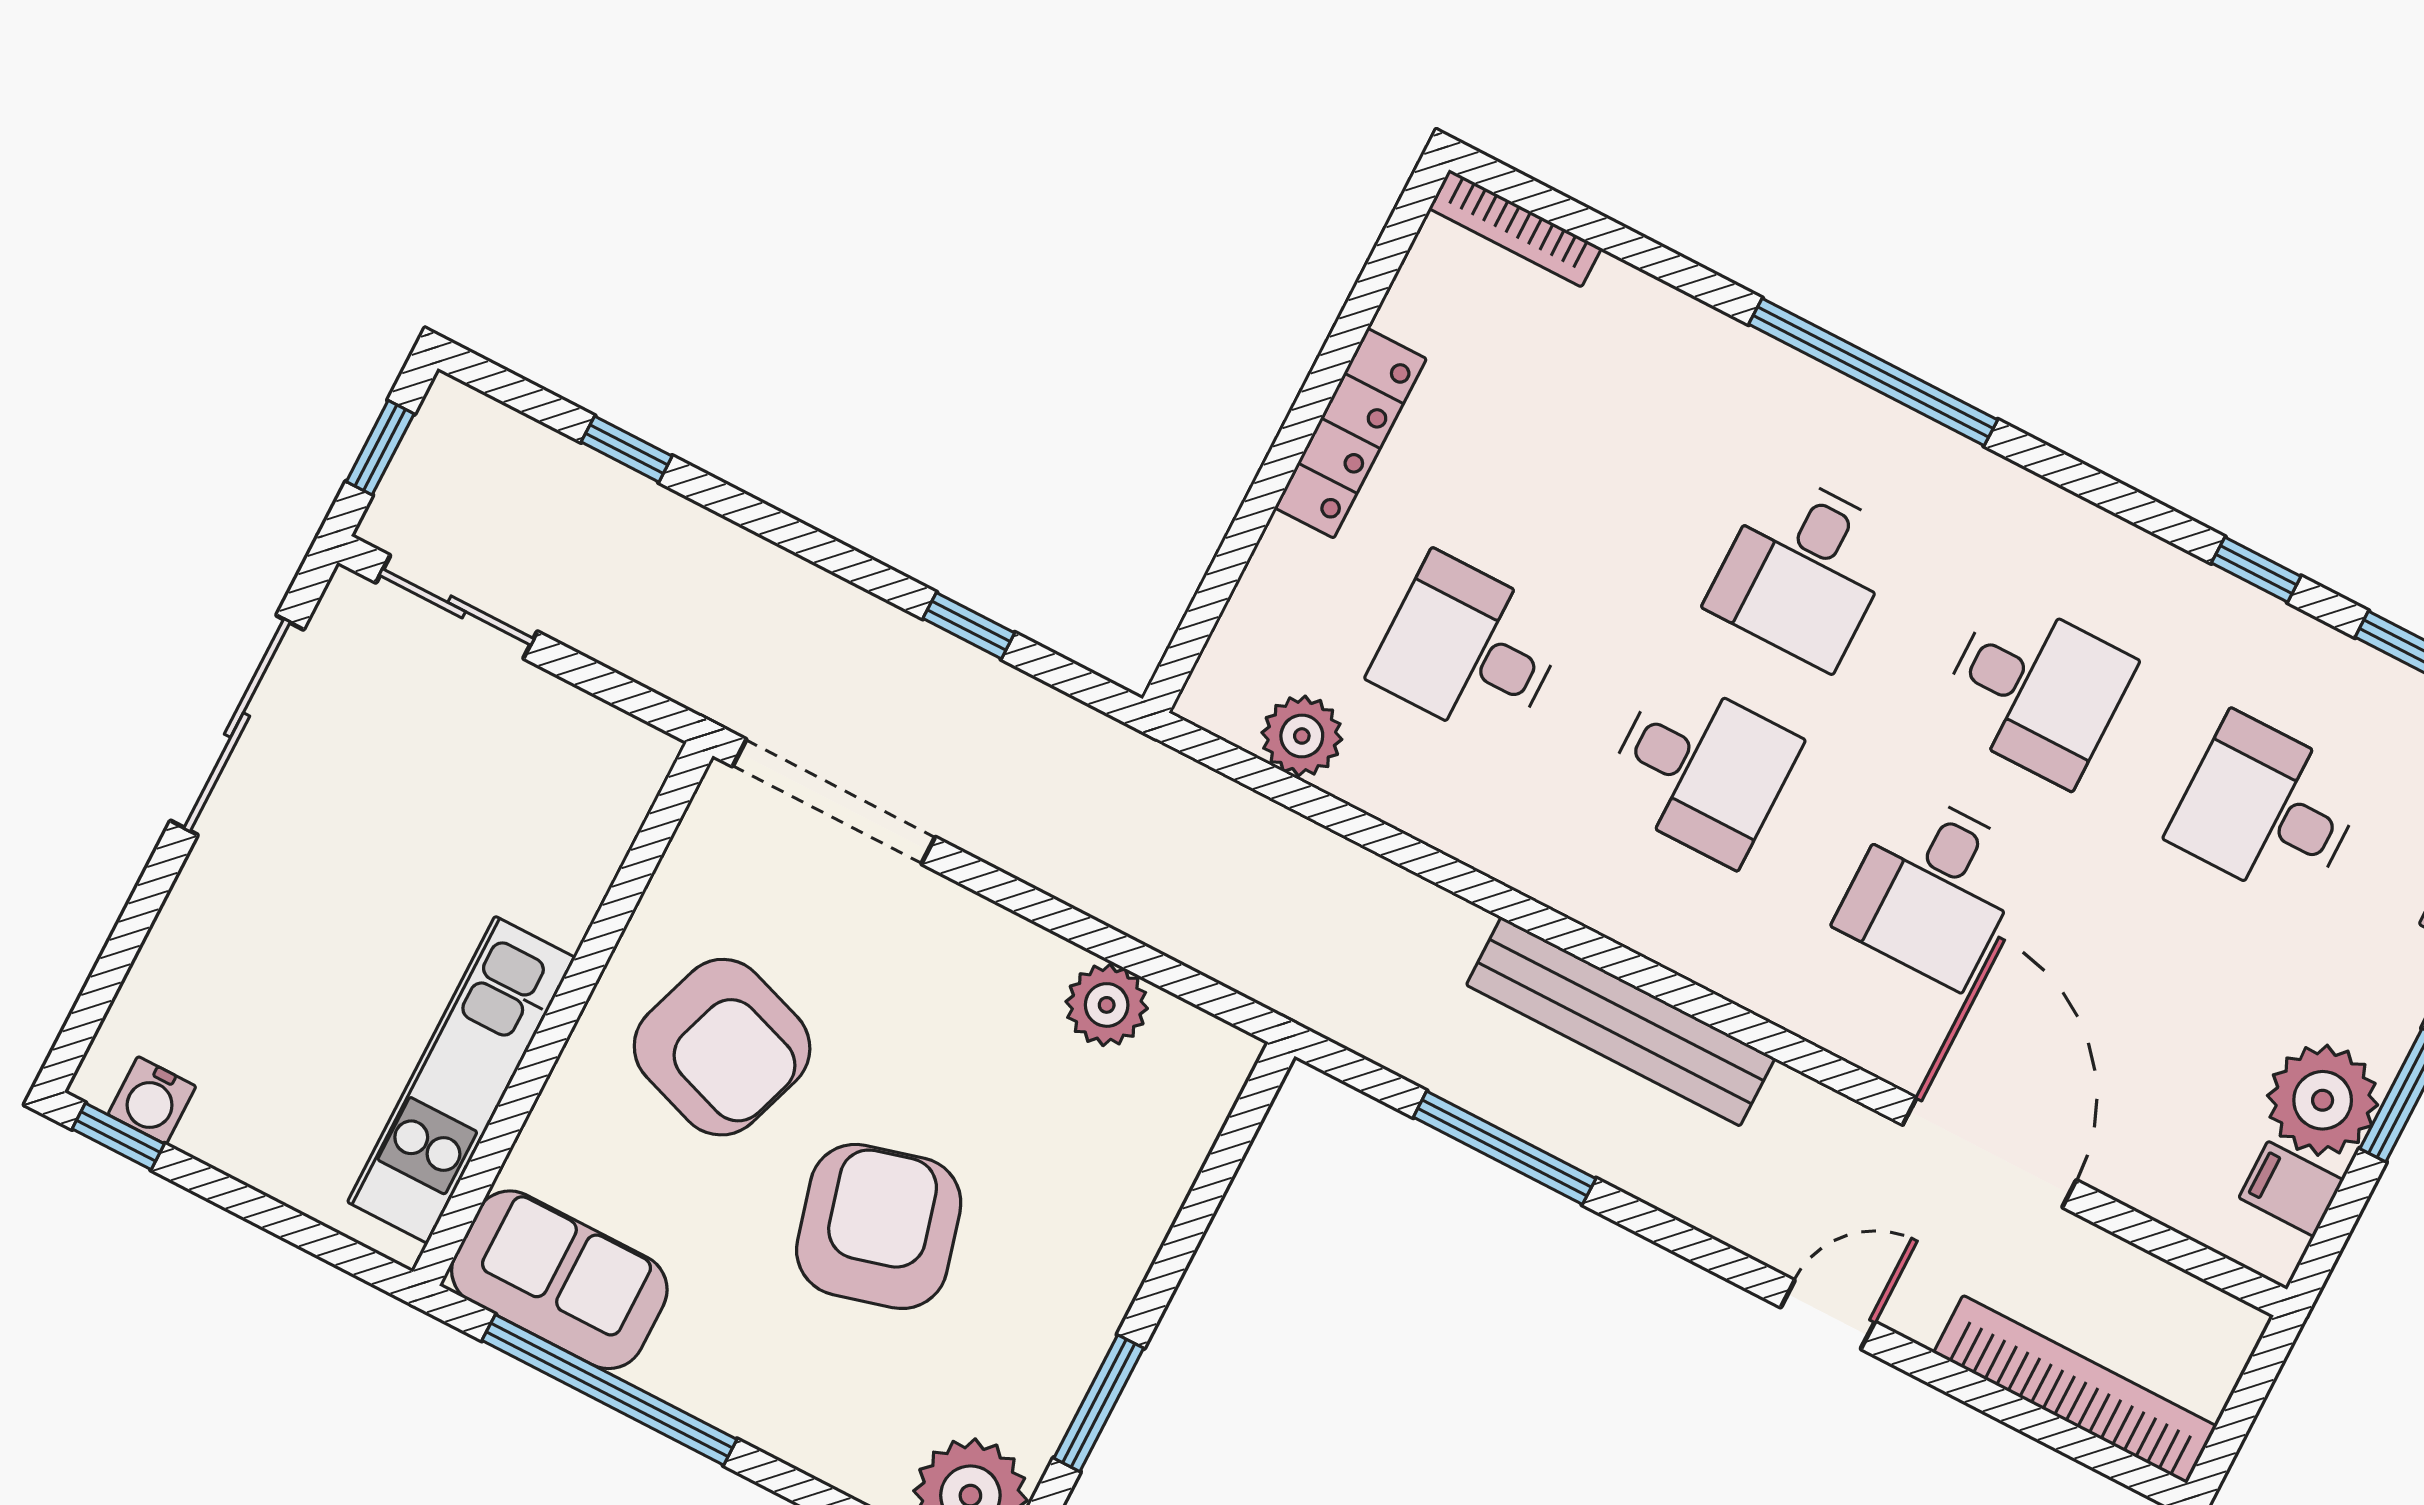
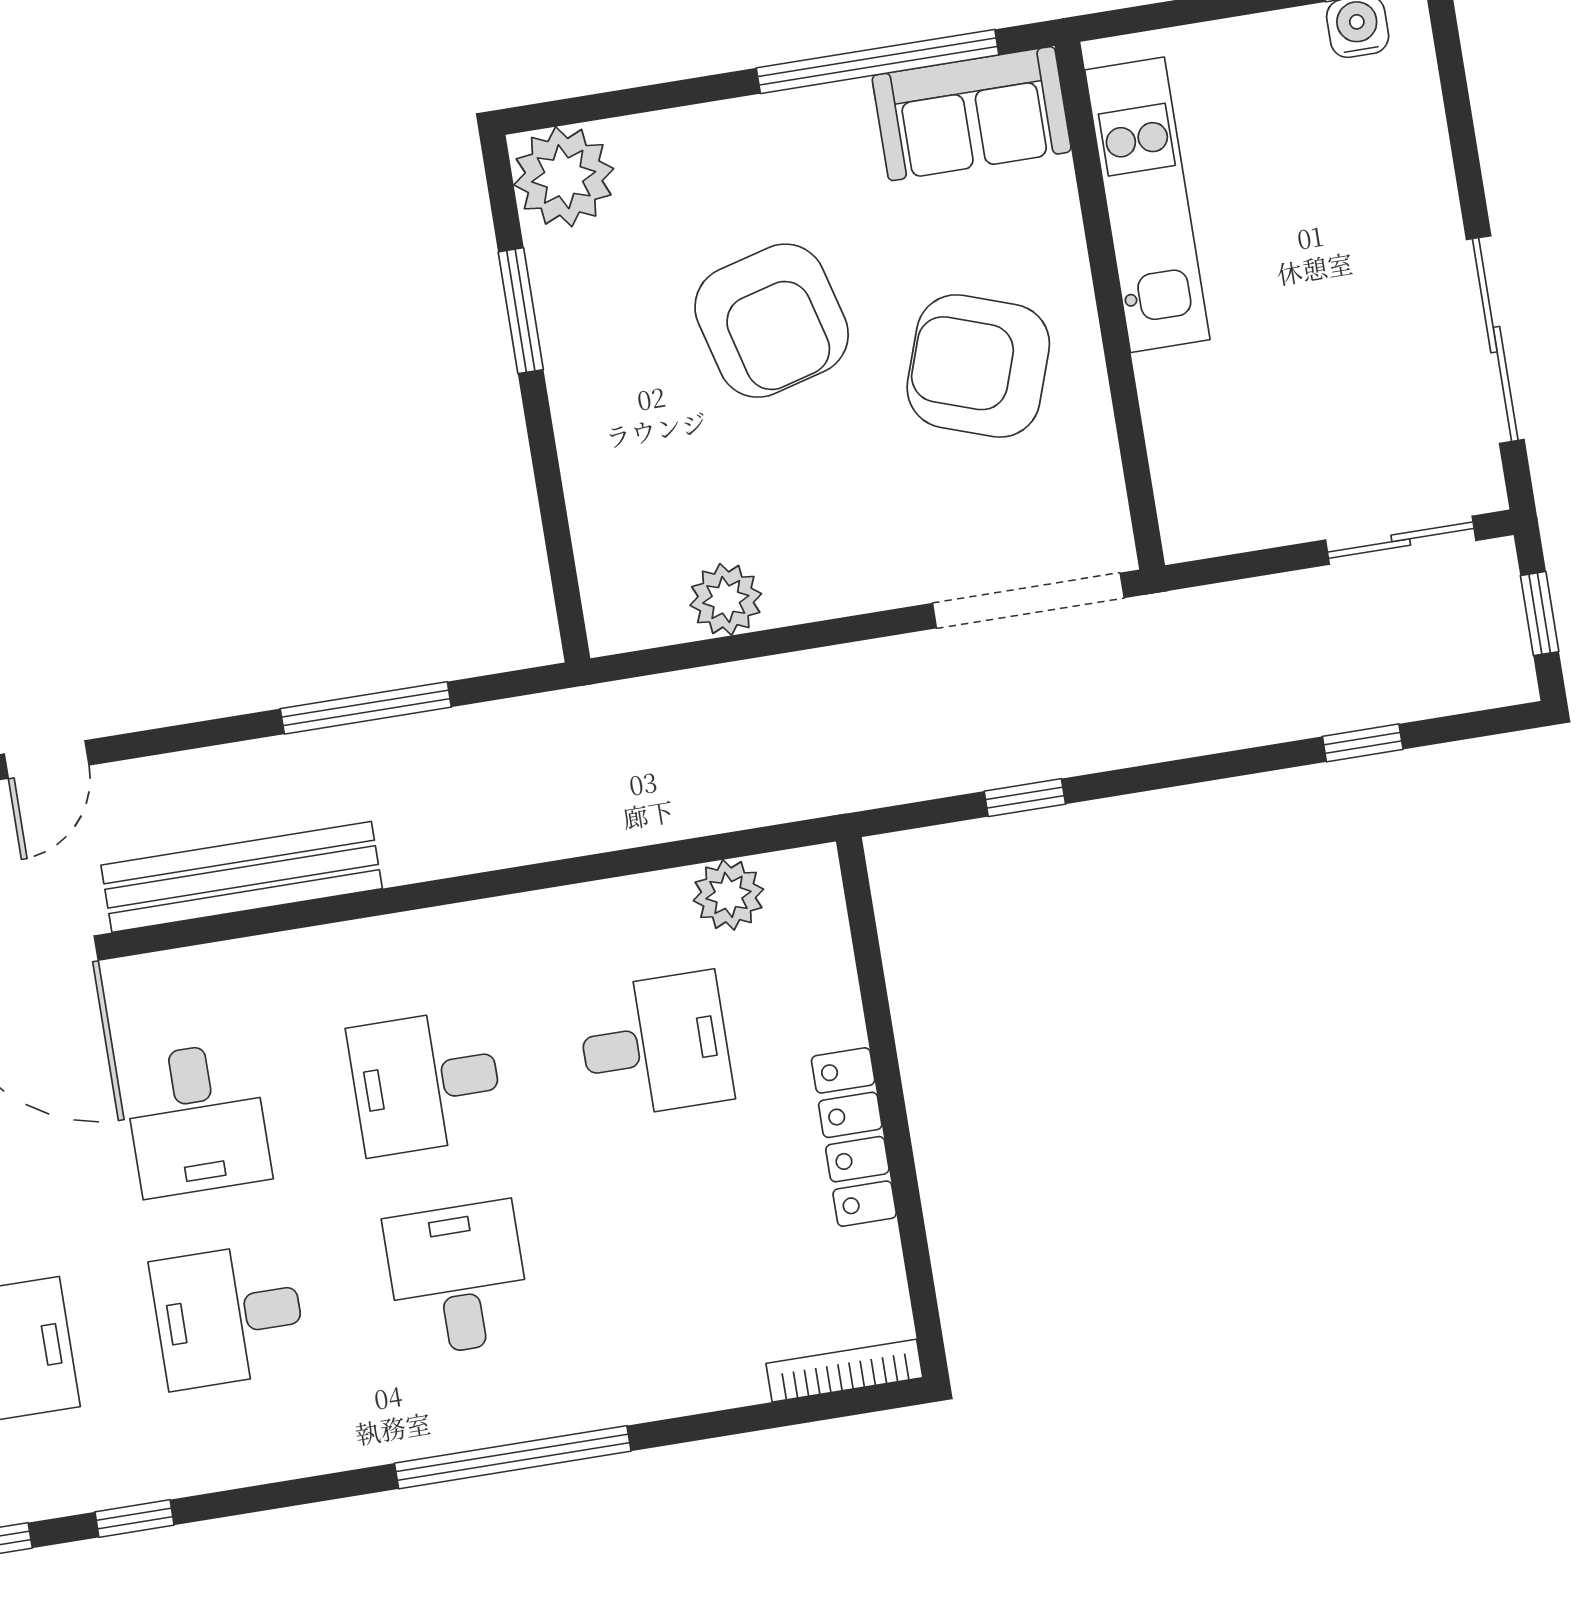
desk: (1933, 889) -> (197, 1119), turned 180
bench: (1621, 1022) -> (242, 877), moved

